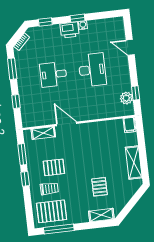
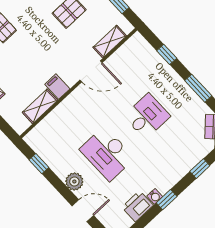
printer: (70, 30) -> (137, 206), moved
plant: (126, 98) -> (74, 182), moved
shelving: (111, 125) -> (40, 106), added
filing cabinet: (130, 125) -> (57, 87), moved

